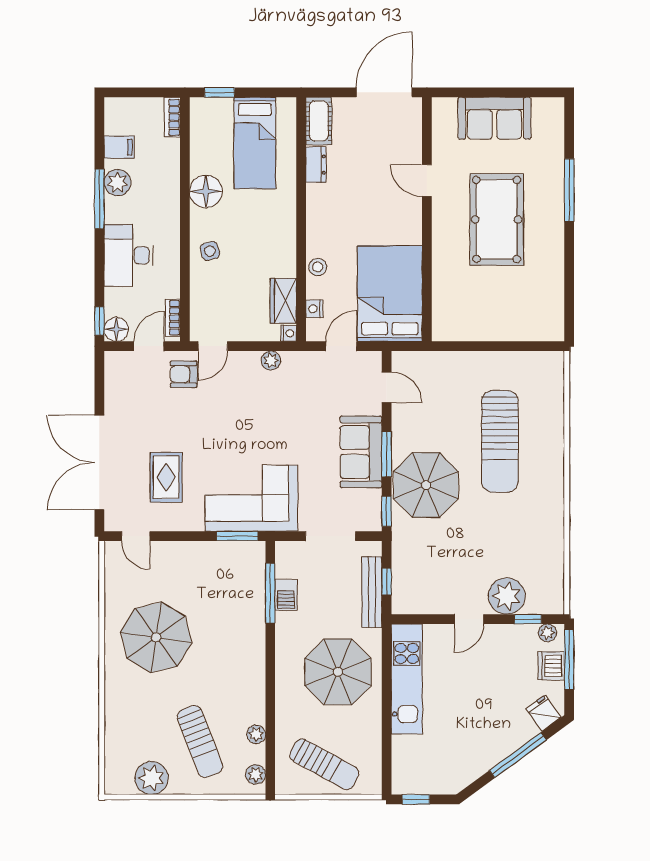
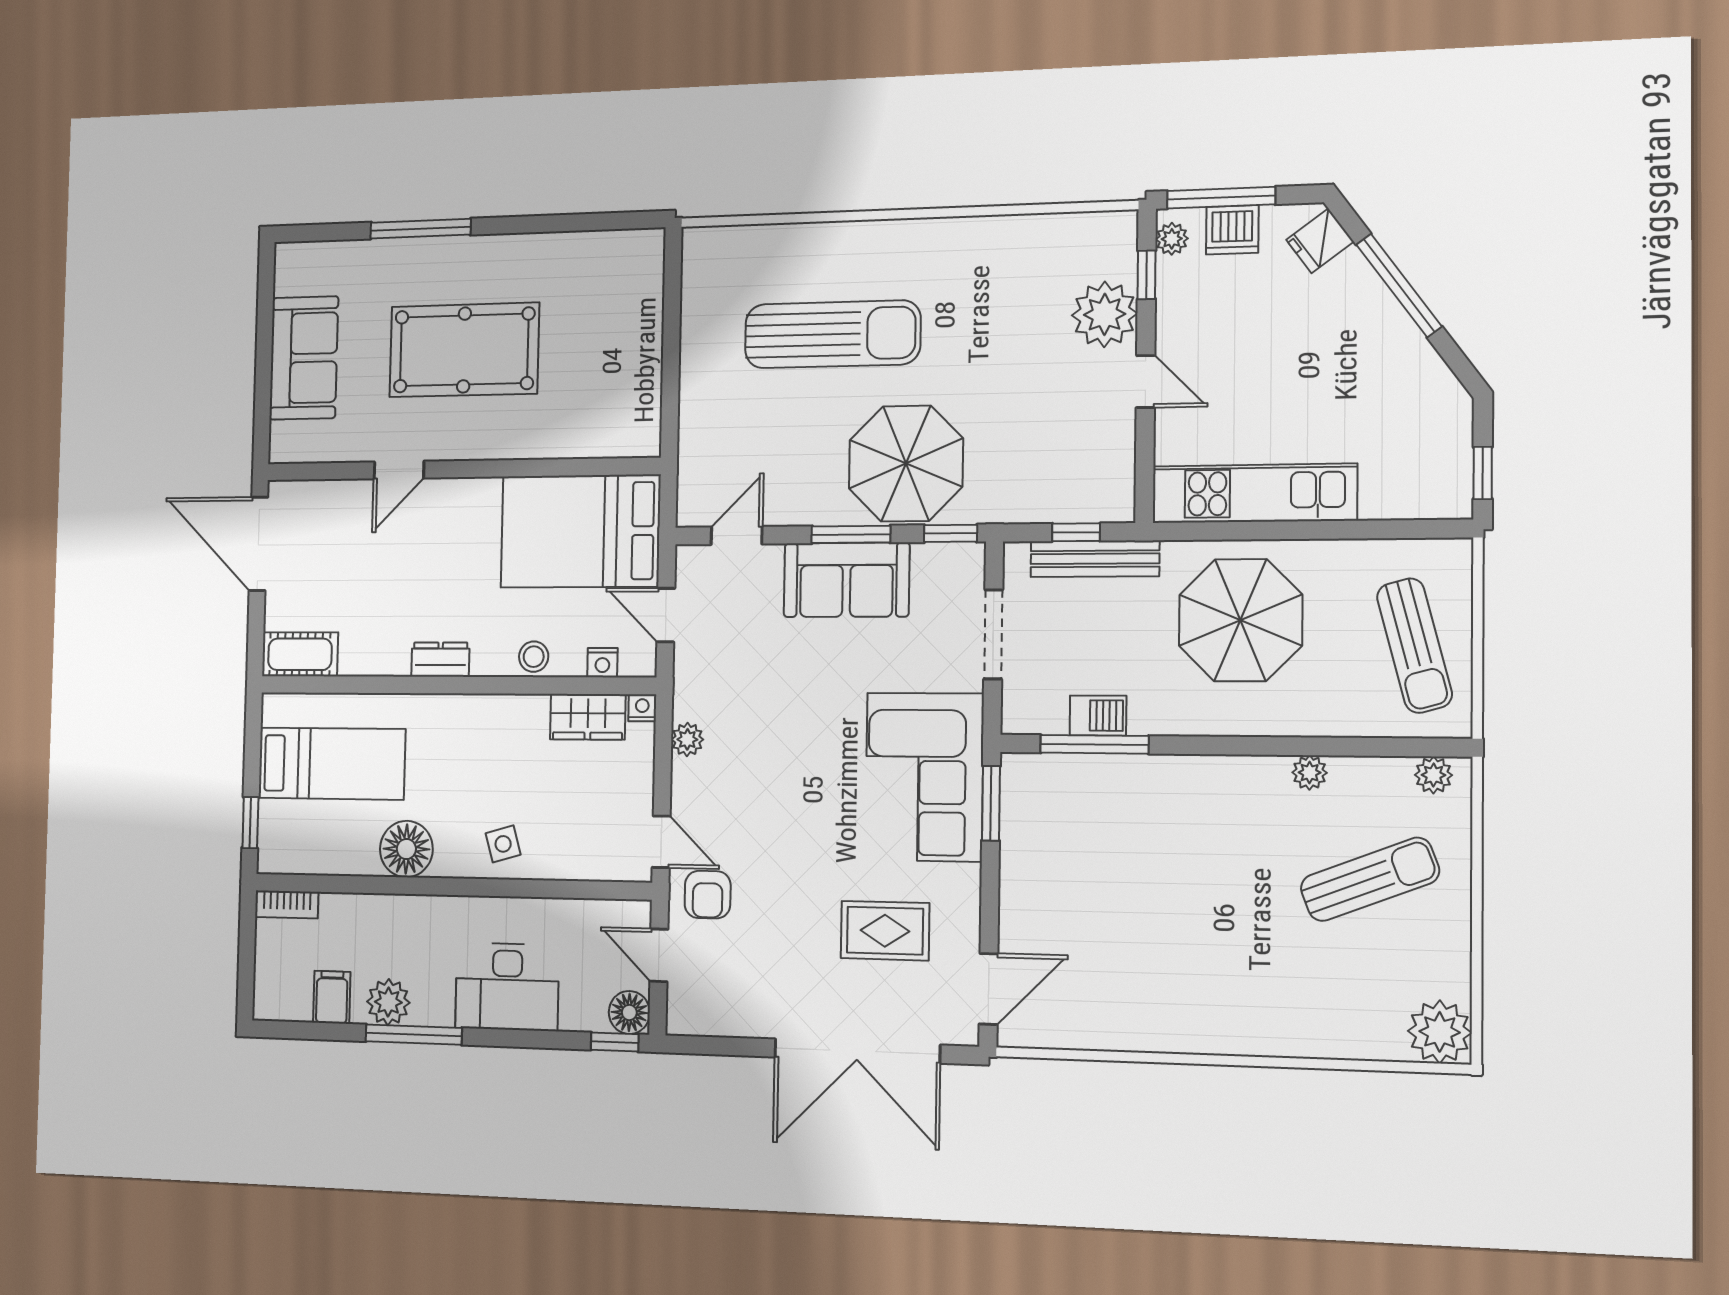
dresser: (316, 165) -> (440, 660), moved
bookcase: (173, 318) -> (612, 912), removed
door: (136, 536) -> (989, 989), width x1.38
parasol: (156, 637) -> (1173, 957), removed
plant: (256, 734) -> (1310, 773), moved
sun lounger: (324, 764) -> (1414, 646), turned 136
plant: (152, 778) -> (1440, 1032), moved

